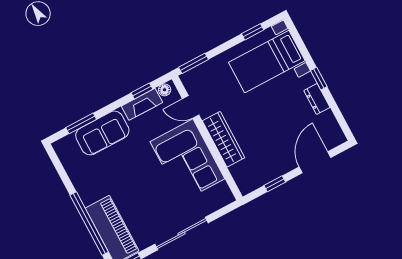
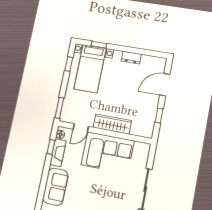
window: (319, 79) -> (99, 45), moved
window: (81, 123) -> (41, 194), removed
door: (315, 162) -> (165, 85), hinge flipped

